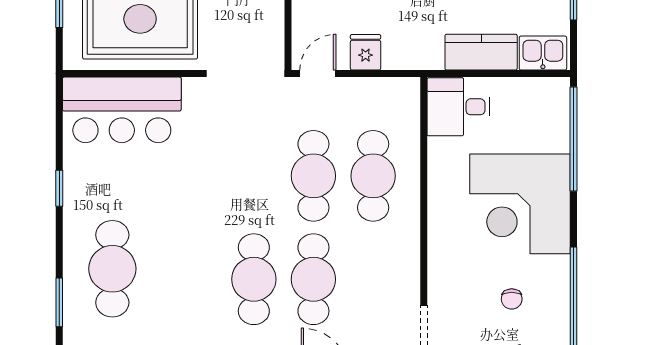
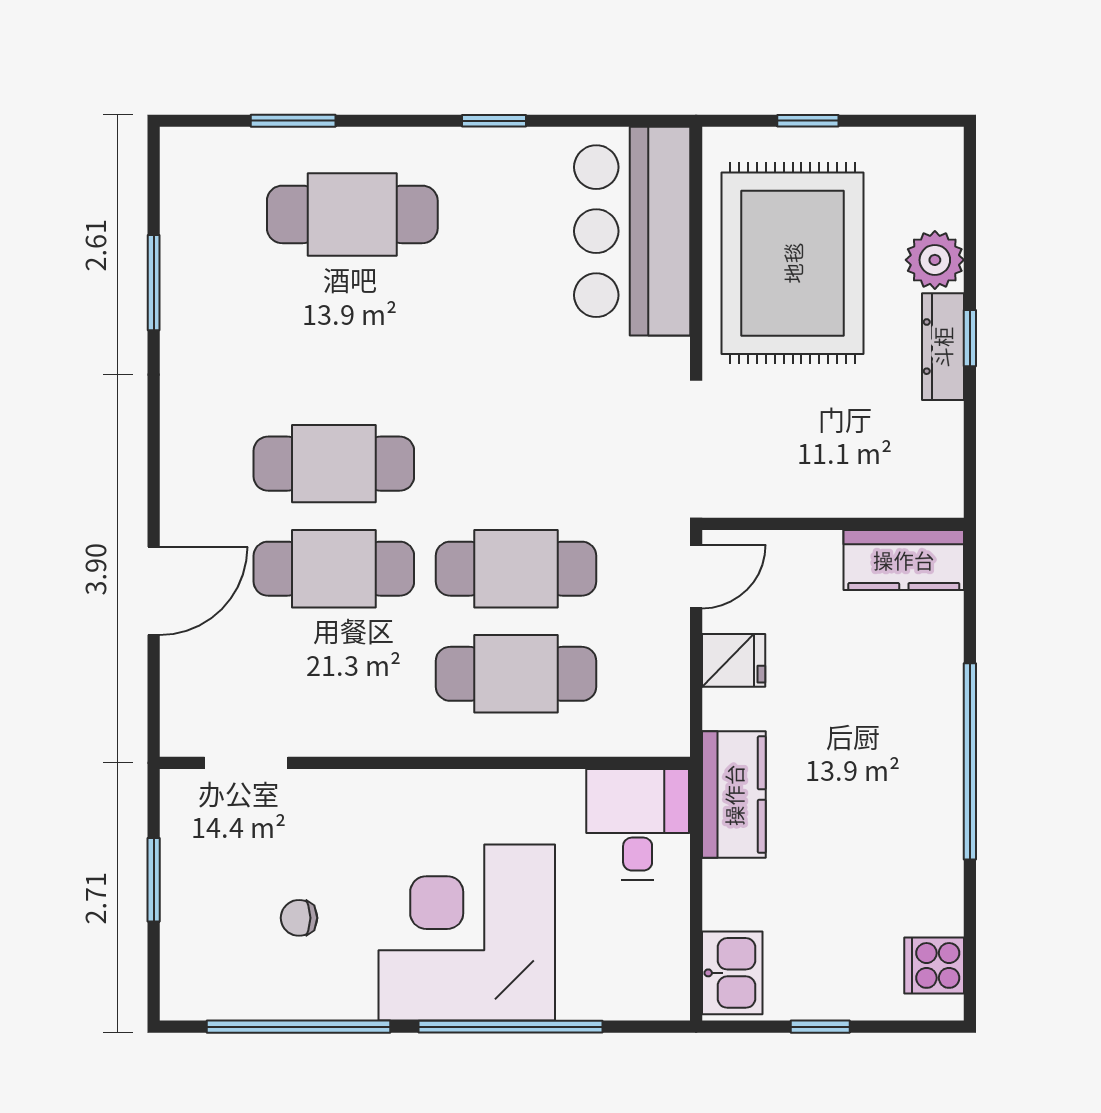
kitchen counter: (481, 52) -> (734, 795), moved
door: (318, 74) -> (696, 577), hinge flipped
window: (573, 139) -> (510, 1027), moved

